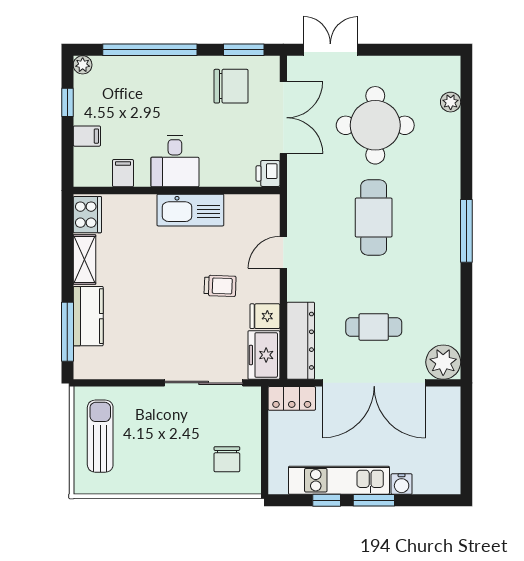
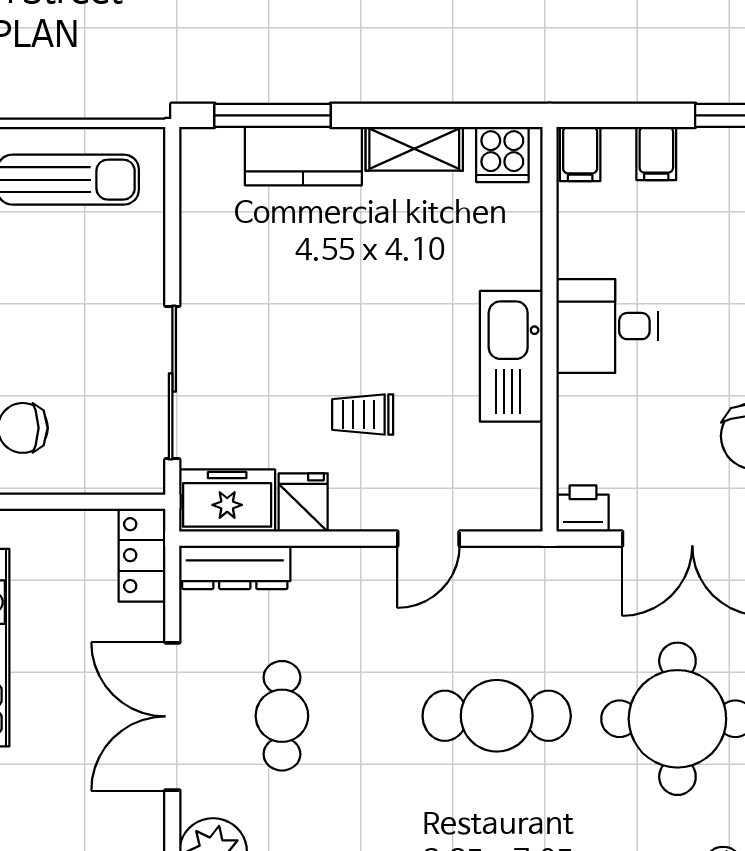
filing cabinet: (123, 173) -> (580, 154), moved, turned 90
cooker: (87, 215) -> (502, 154), width x0.73
door: (283, 252) -> (428, 539), swing flipped
trolley: (220, 286) -> (363, 414), turned 88
dresser: (301, 341) -> (235, 567), width x0.73, depth x0.80
double door: (374, 383) -> (172, 716), width x0.73

